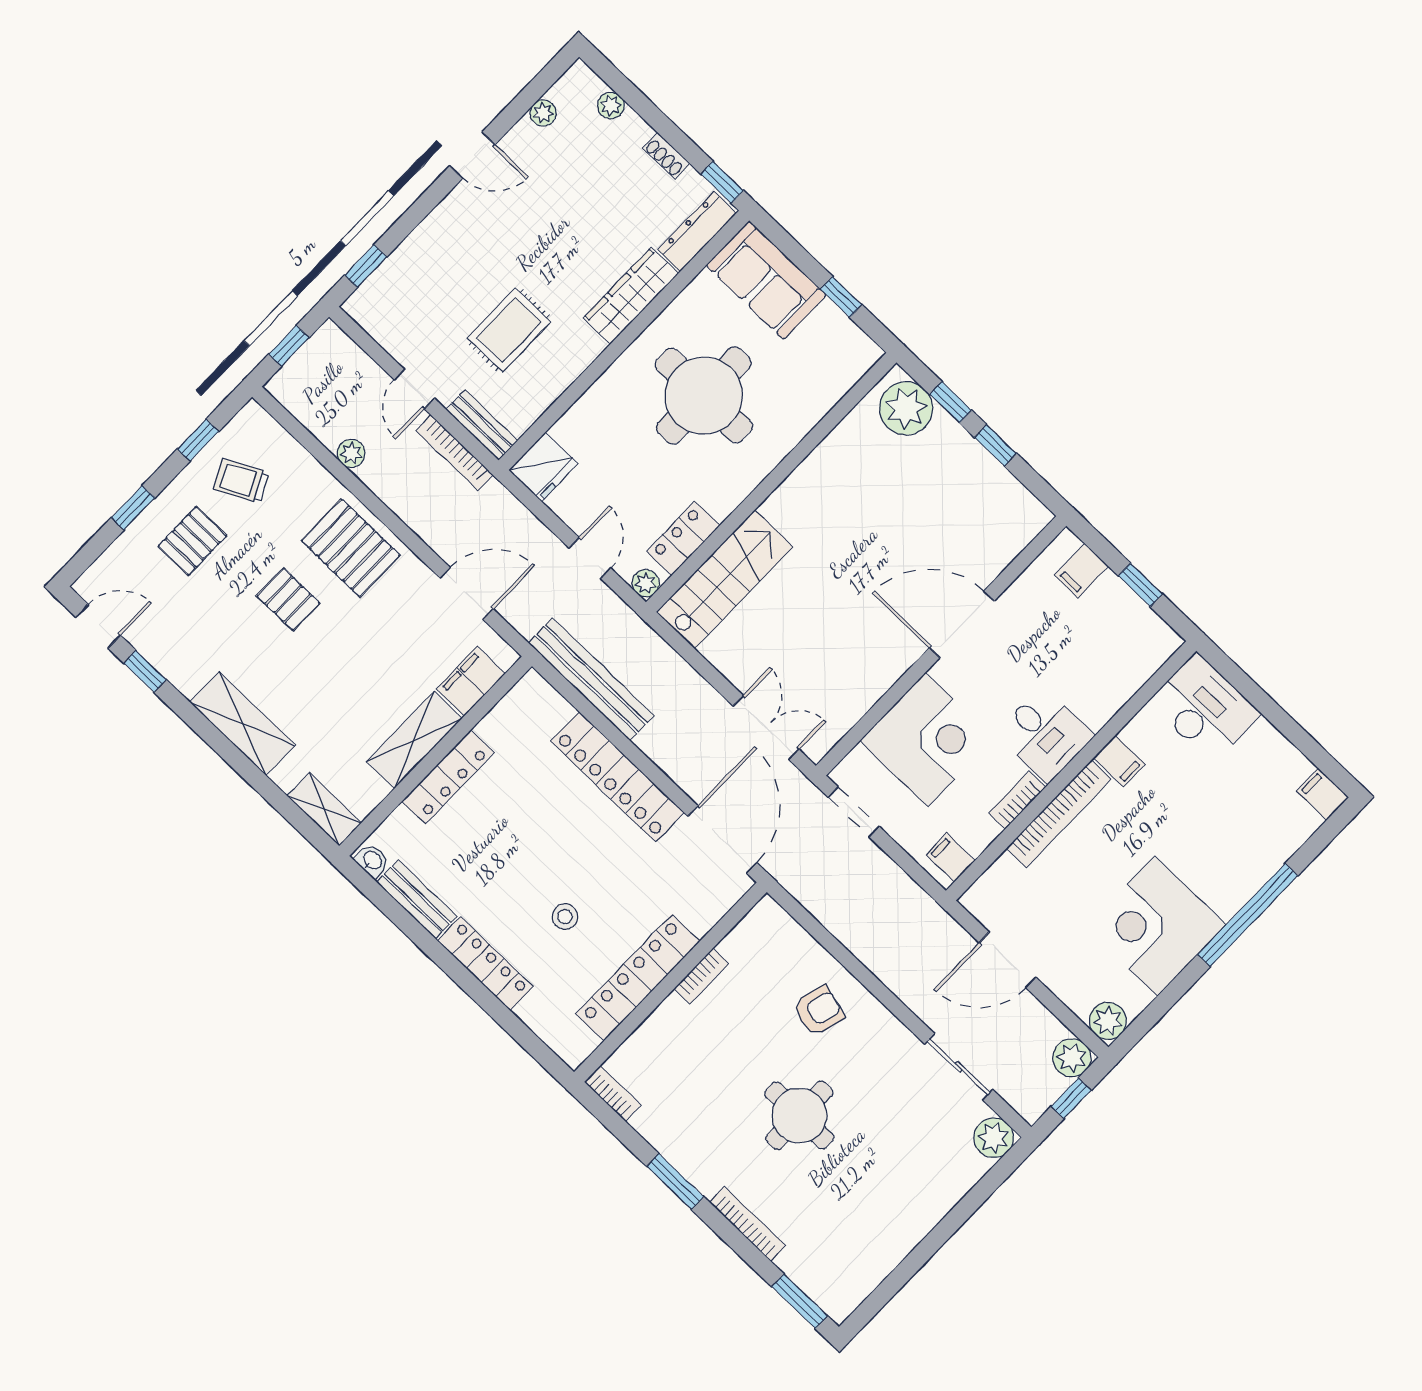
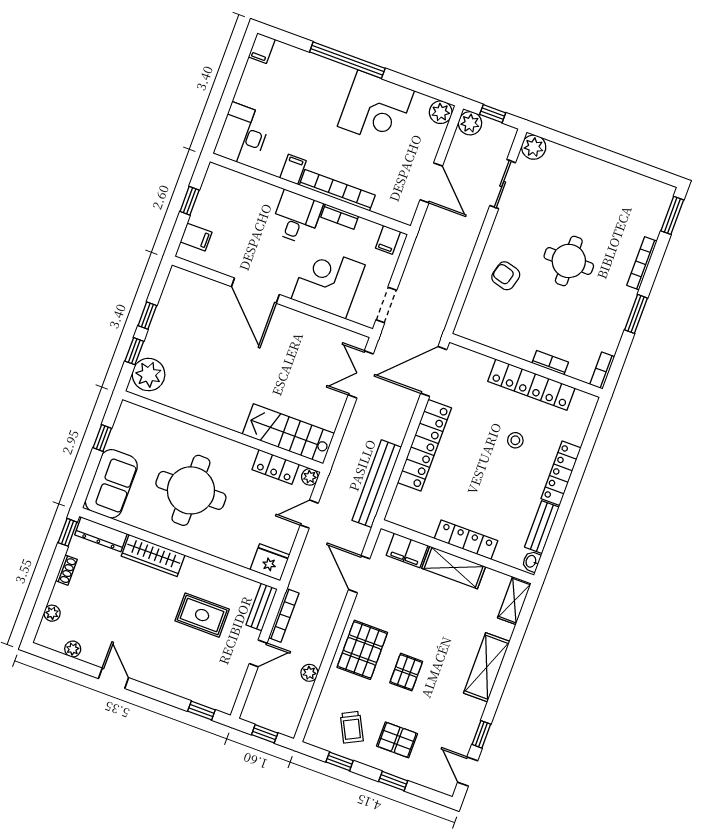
bookcase: (701, 976) -> (550, 363), moved

